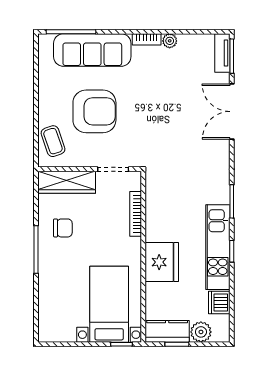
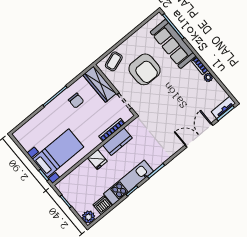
fridge: (162, 262) -> (97, 160), width x0.53, depth x0.75
kitchen counter: (167, 331) -> (118, 142), moved, turned 90
plant: (201, 332) -> (89, 217), moved

